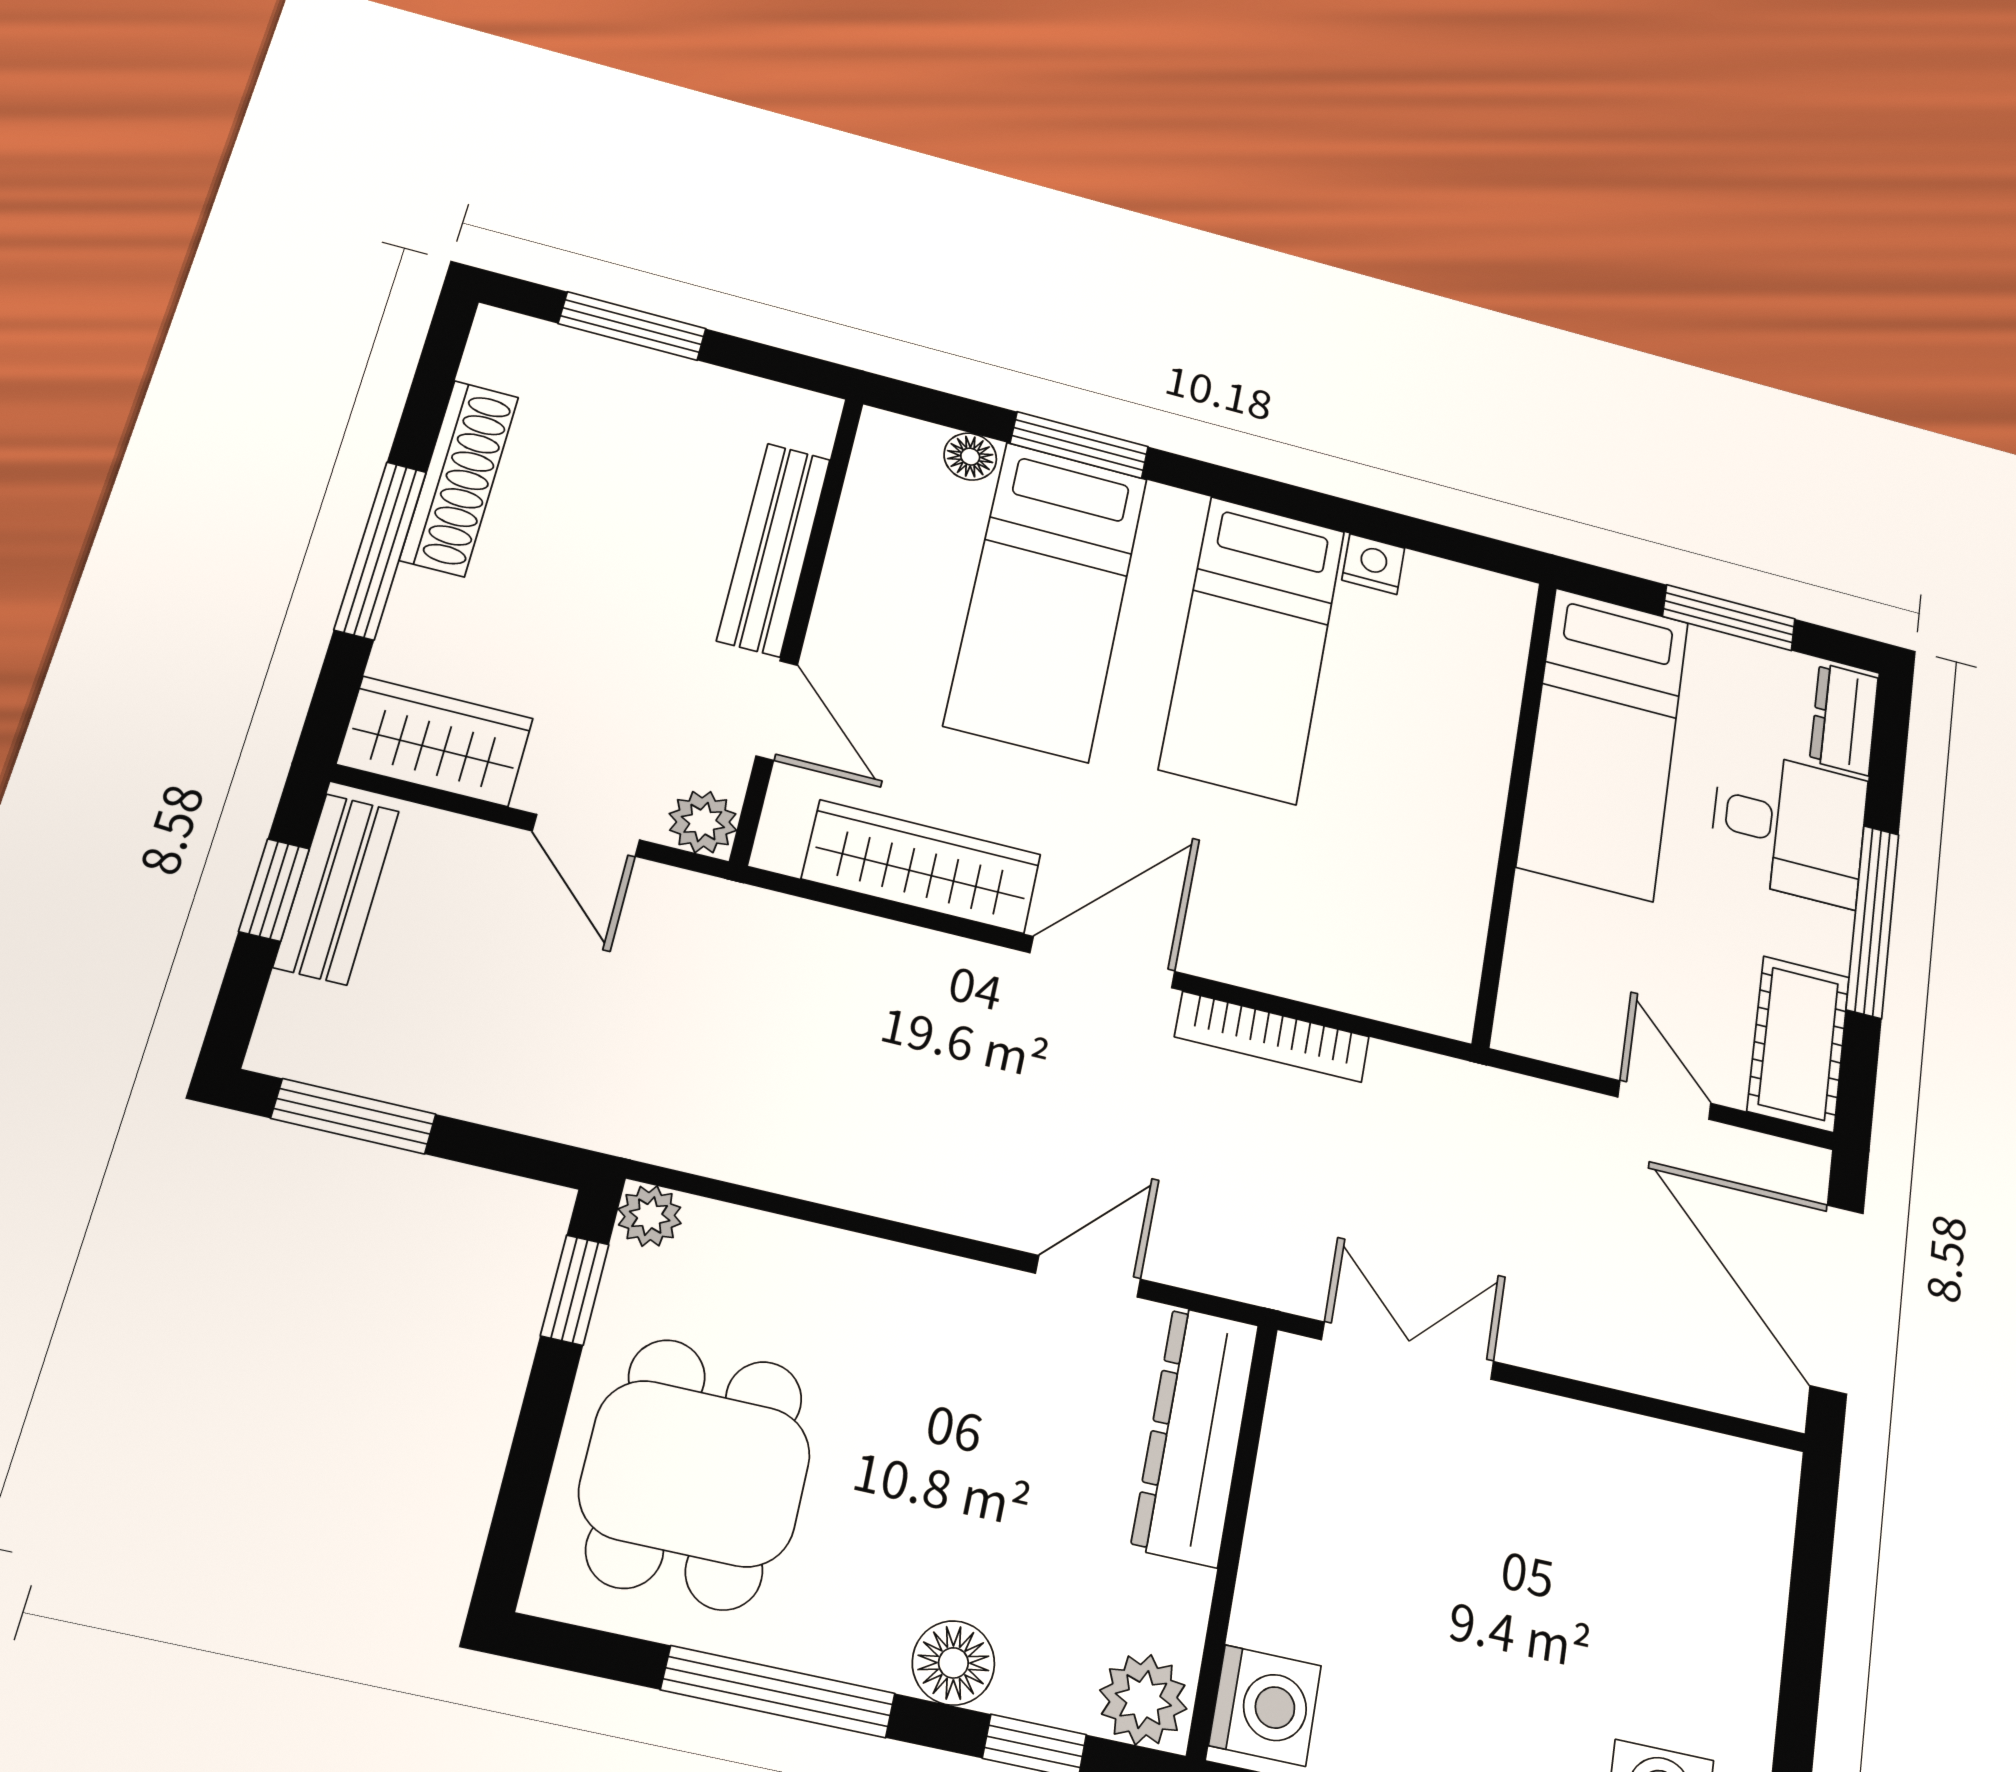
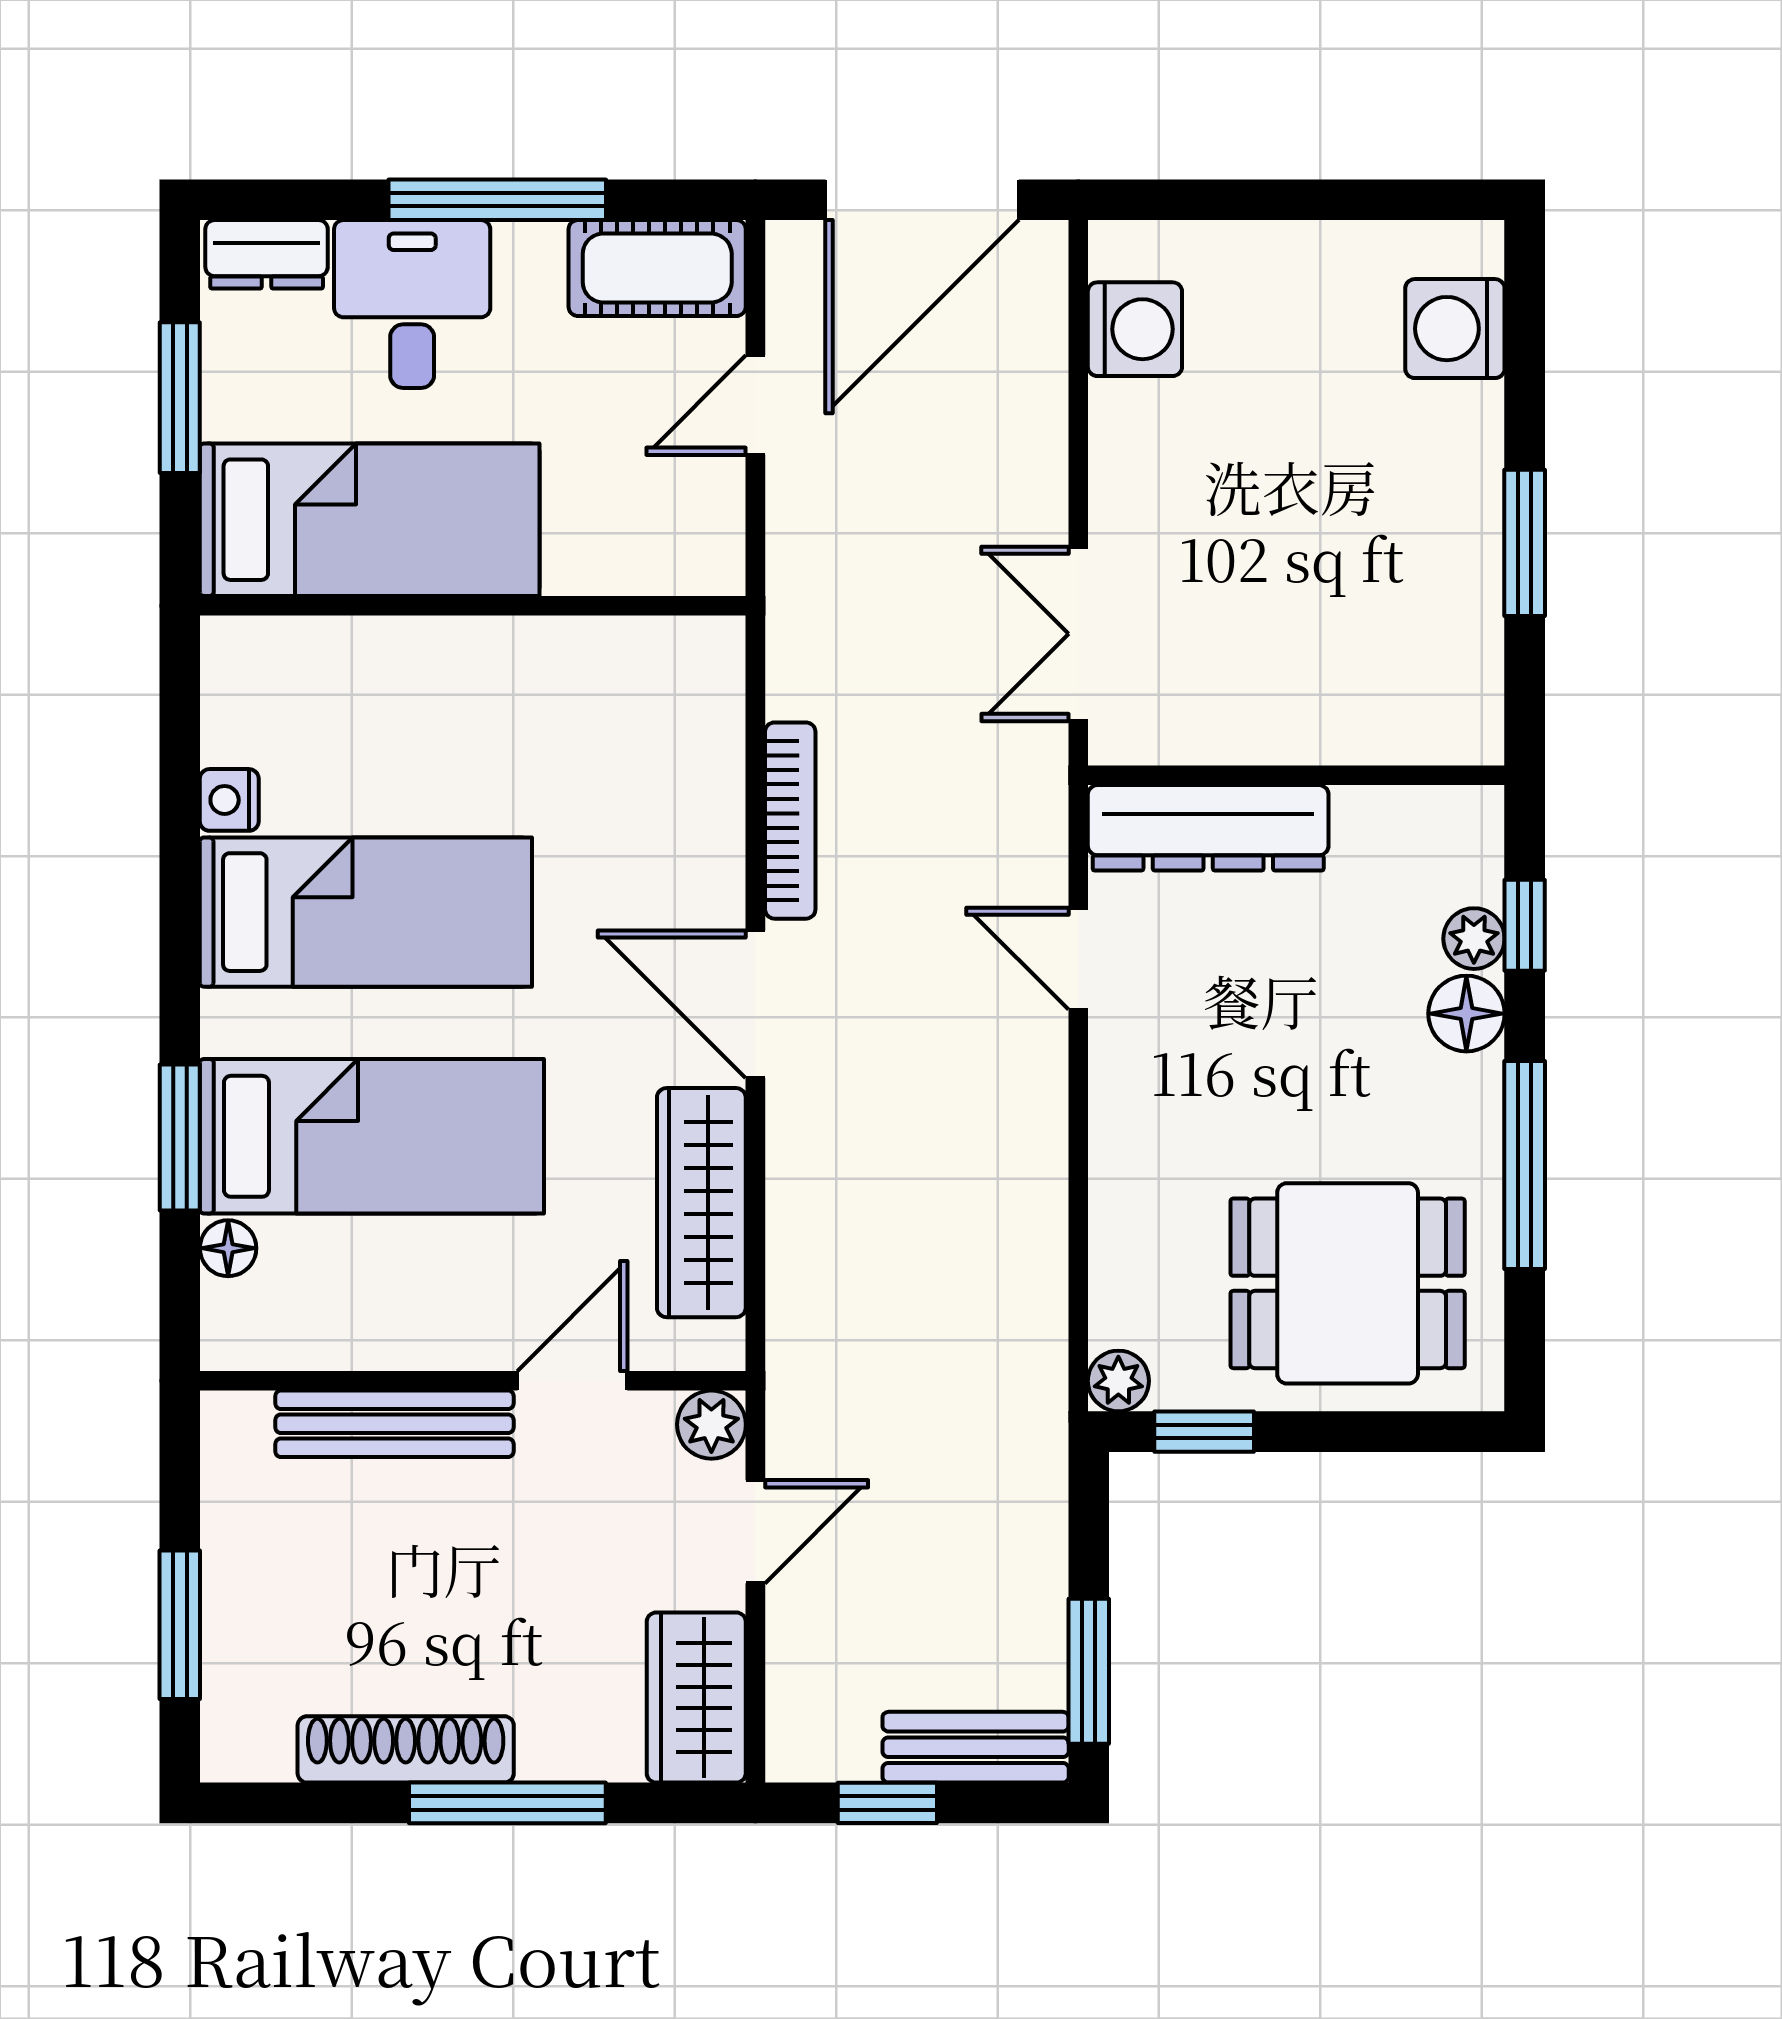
bench: (336, 889) -> (976, 1747), moved
plant: (1143, 1700) -> (1474, 939), moved, width x0.73, depth x0.73
washing machine: (1265, 1705) -> (1135, 329), moved, turned 90

